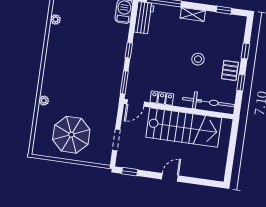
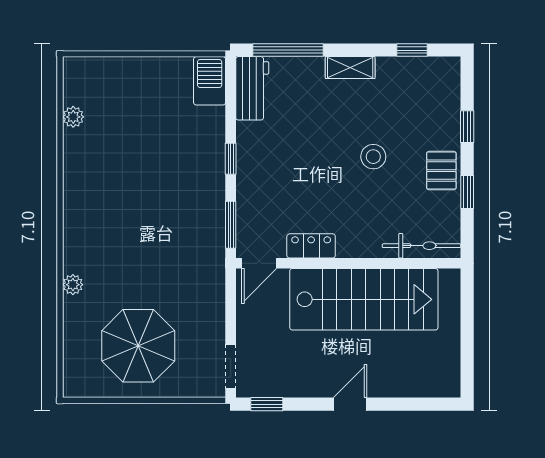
bicycle: (209, 102) -> (422, 246), width x0.73, depth x0.71
doorway: (116, 140) -> (231, 366), moved

